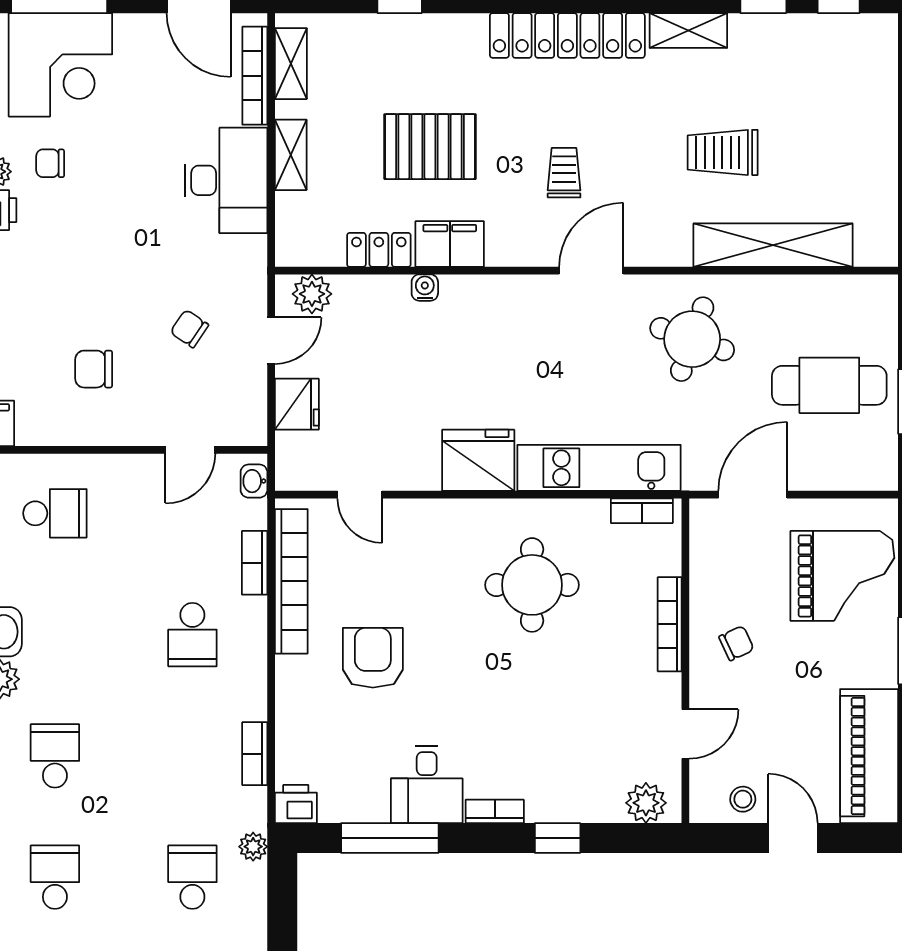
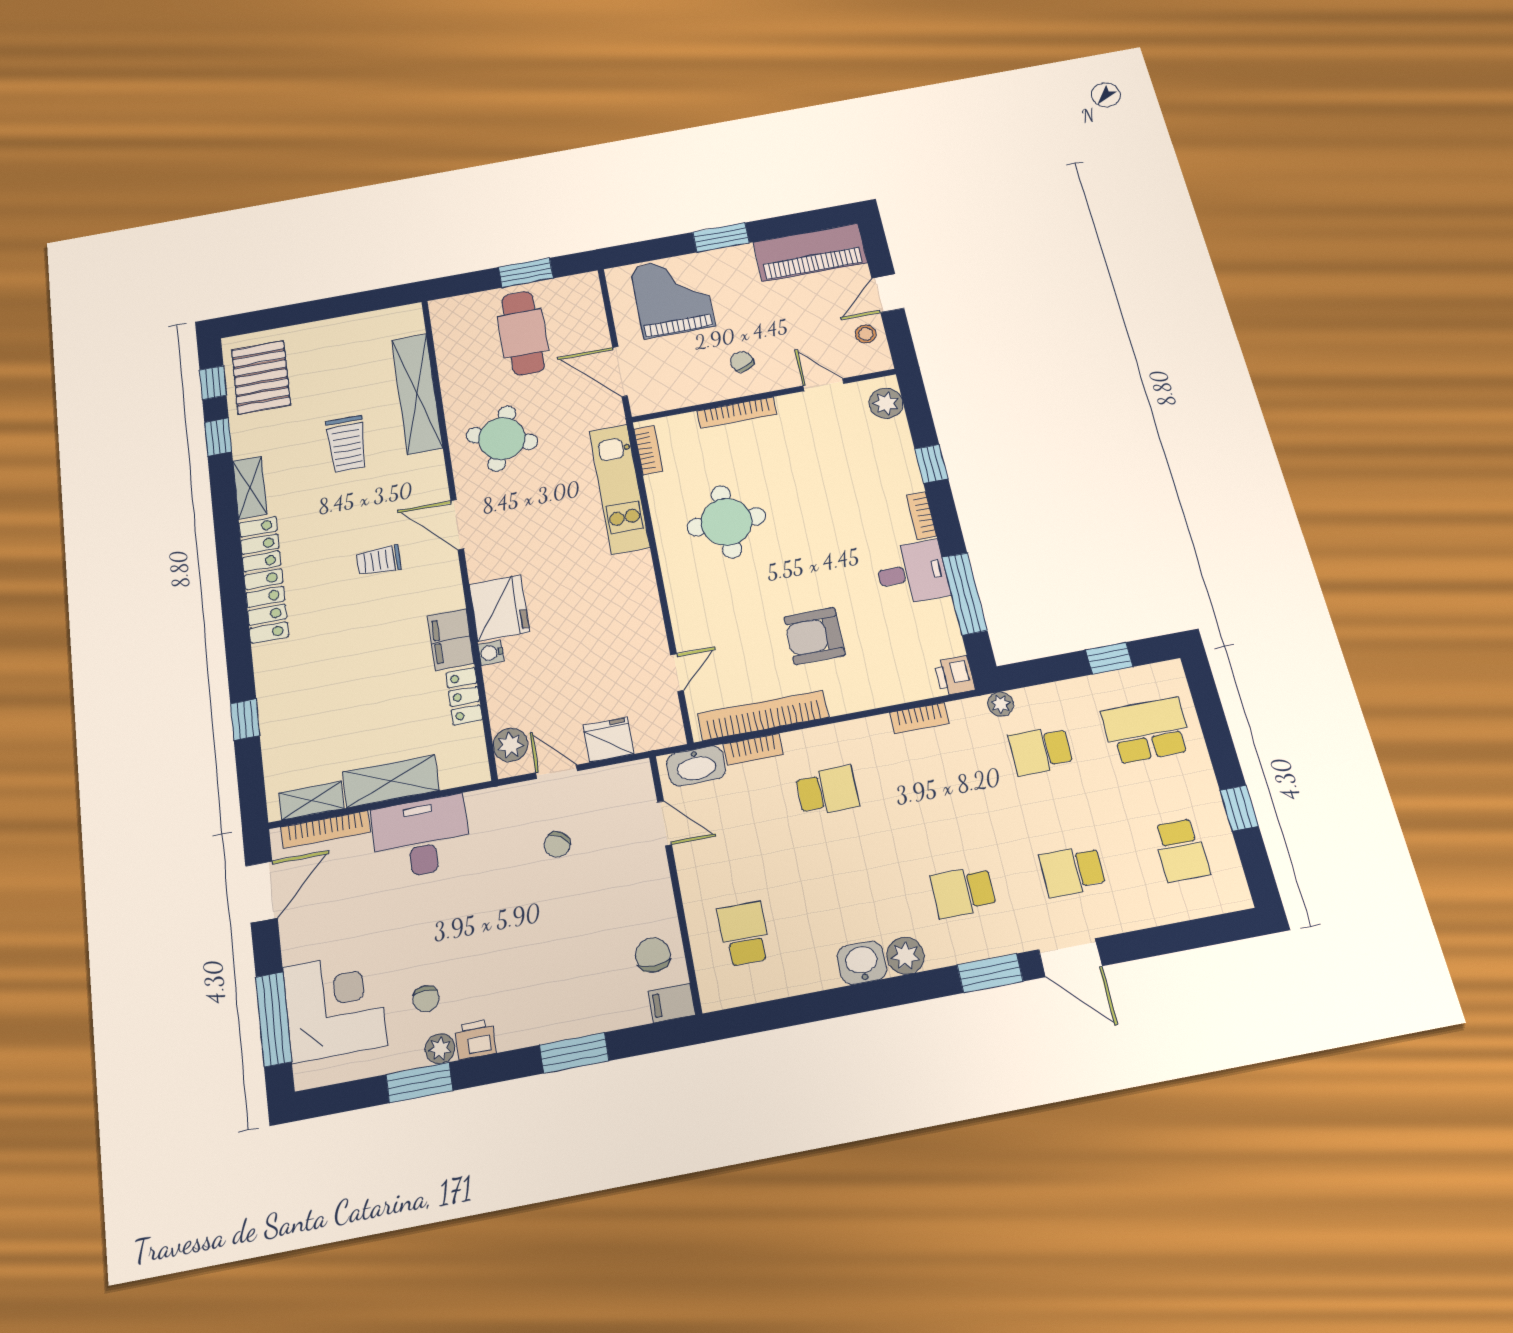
pallet: (430, 147) -> (261, 377), moved
shelving: (291, 155) -> (391, 781), width x1.50, depth x1.33
chair: (94, 369) -> (653, 955), moved, turned 180
fridge: (478, 460) -> (499, 608), moved, turned 180
washbasin: (254, 481) -> (696, 766), width x1.91, depth x1.45

